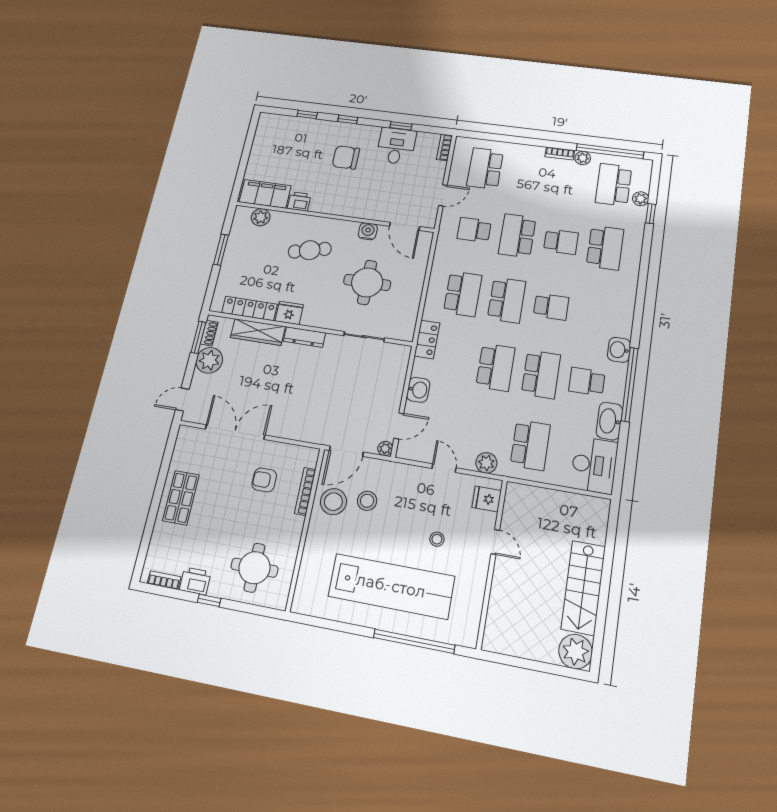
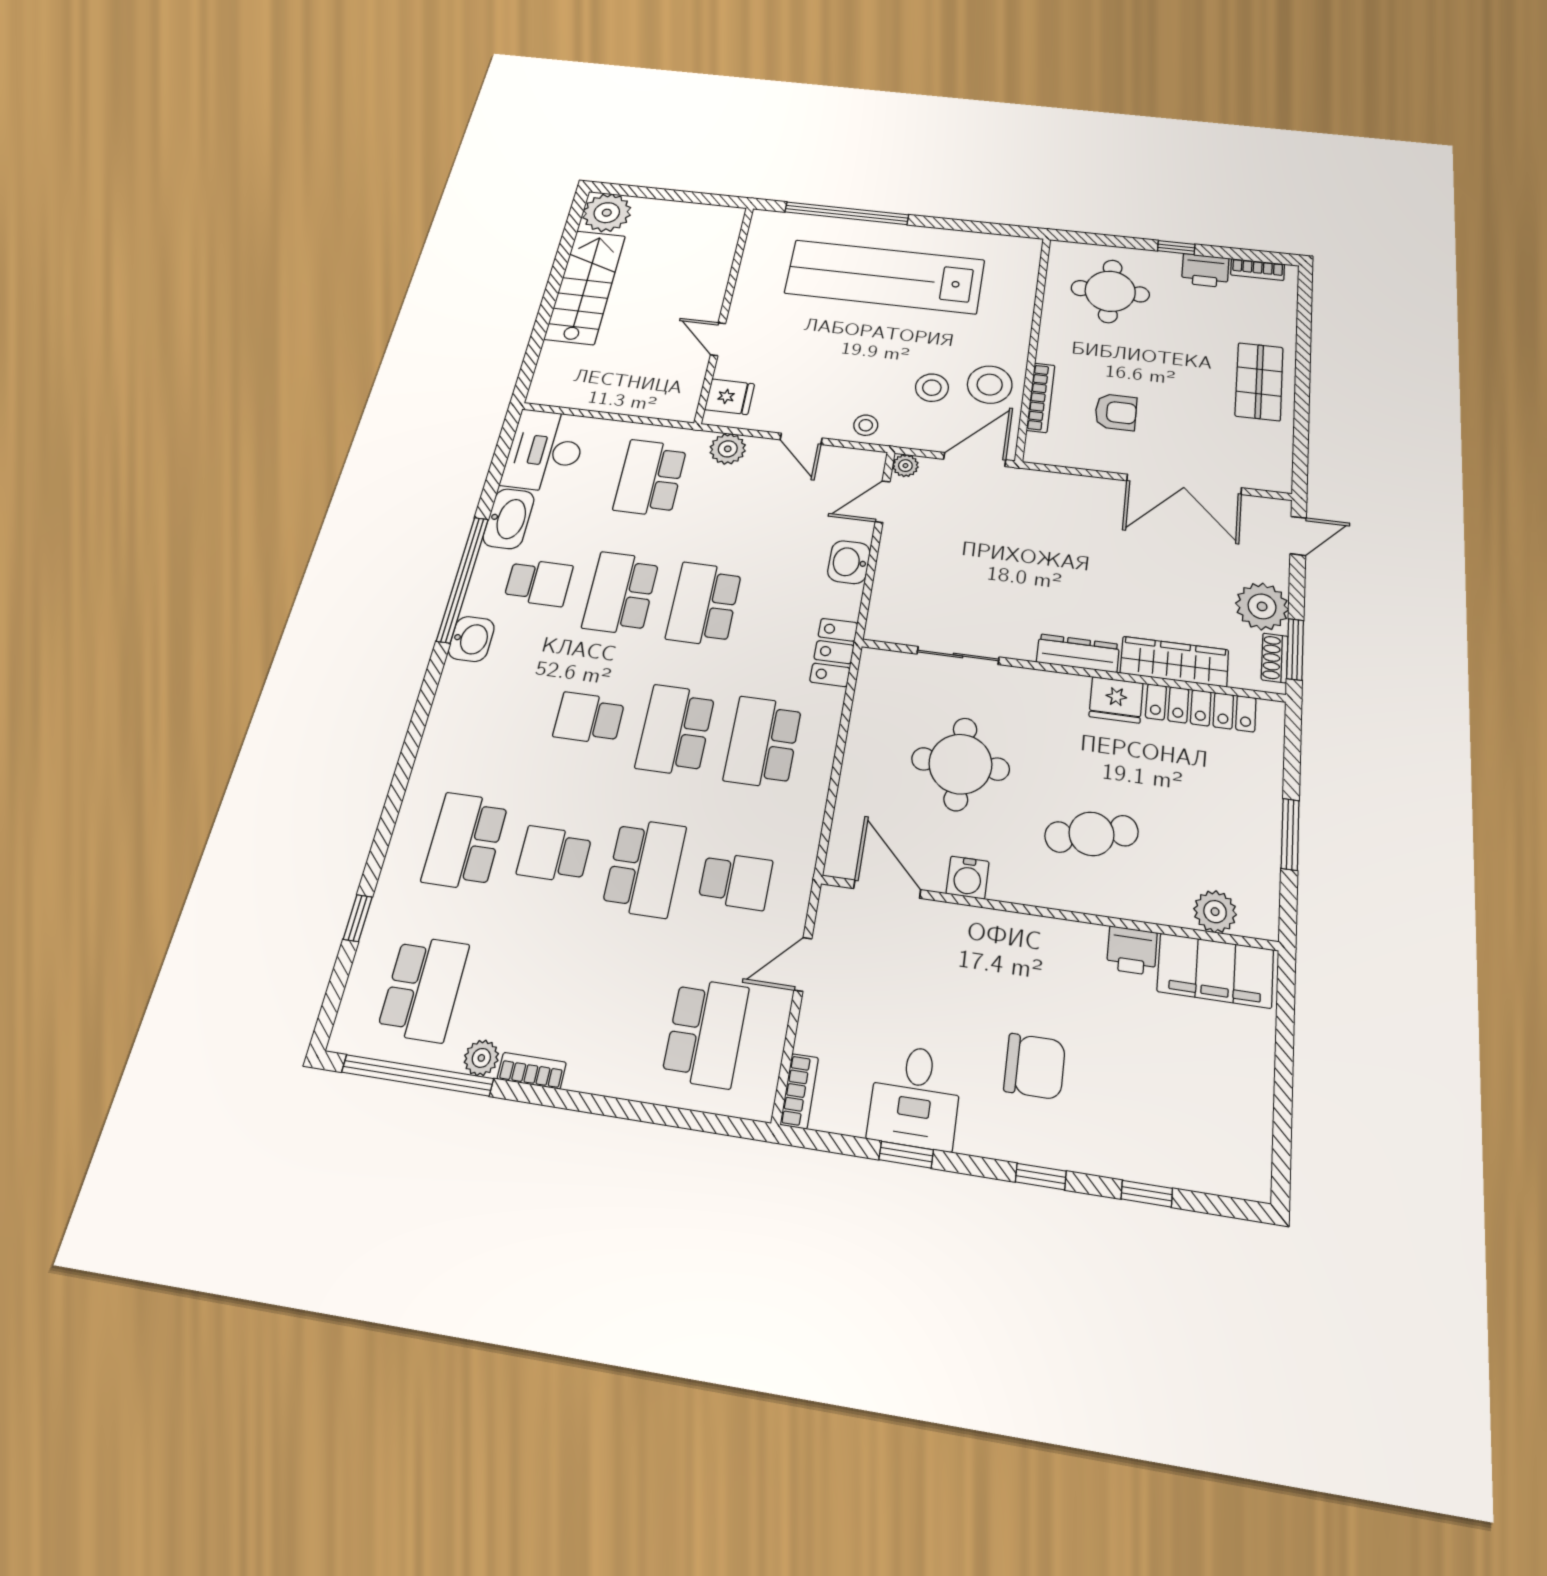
plant: (641, 199) -> (372, 954), removed
stool: (437, 539) -> (866, 425), moved

